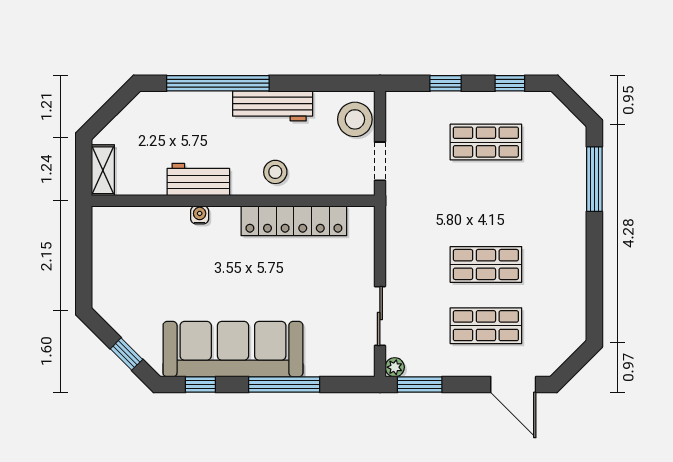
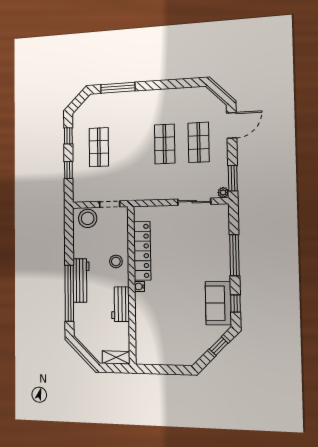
workbench: (273, 106) -> (81, 280), moved
water cooler: (200, 215) -> (139, 286), moved
sofa: (233, 349) -> (218, 303), width x0.54, depth x0.79

